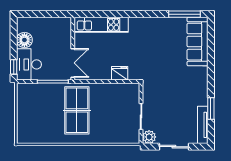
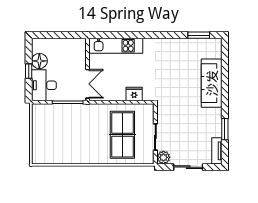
window: (185, 14) -> (199, 35), width x0.69
sofa: (198, 42) -> (212, 83), moved
window: (14, 67) -> (29, 71), moved
table tennis table: (77, 110) -> (122, 135), moved
tv unit: (203, 125) -> (217, 151), width x0.71

